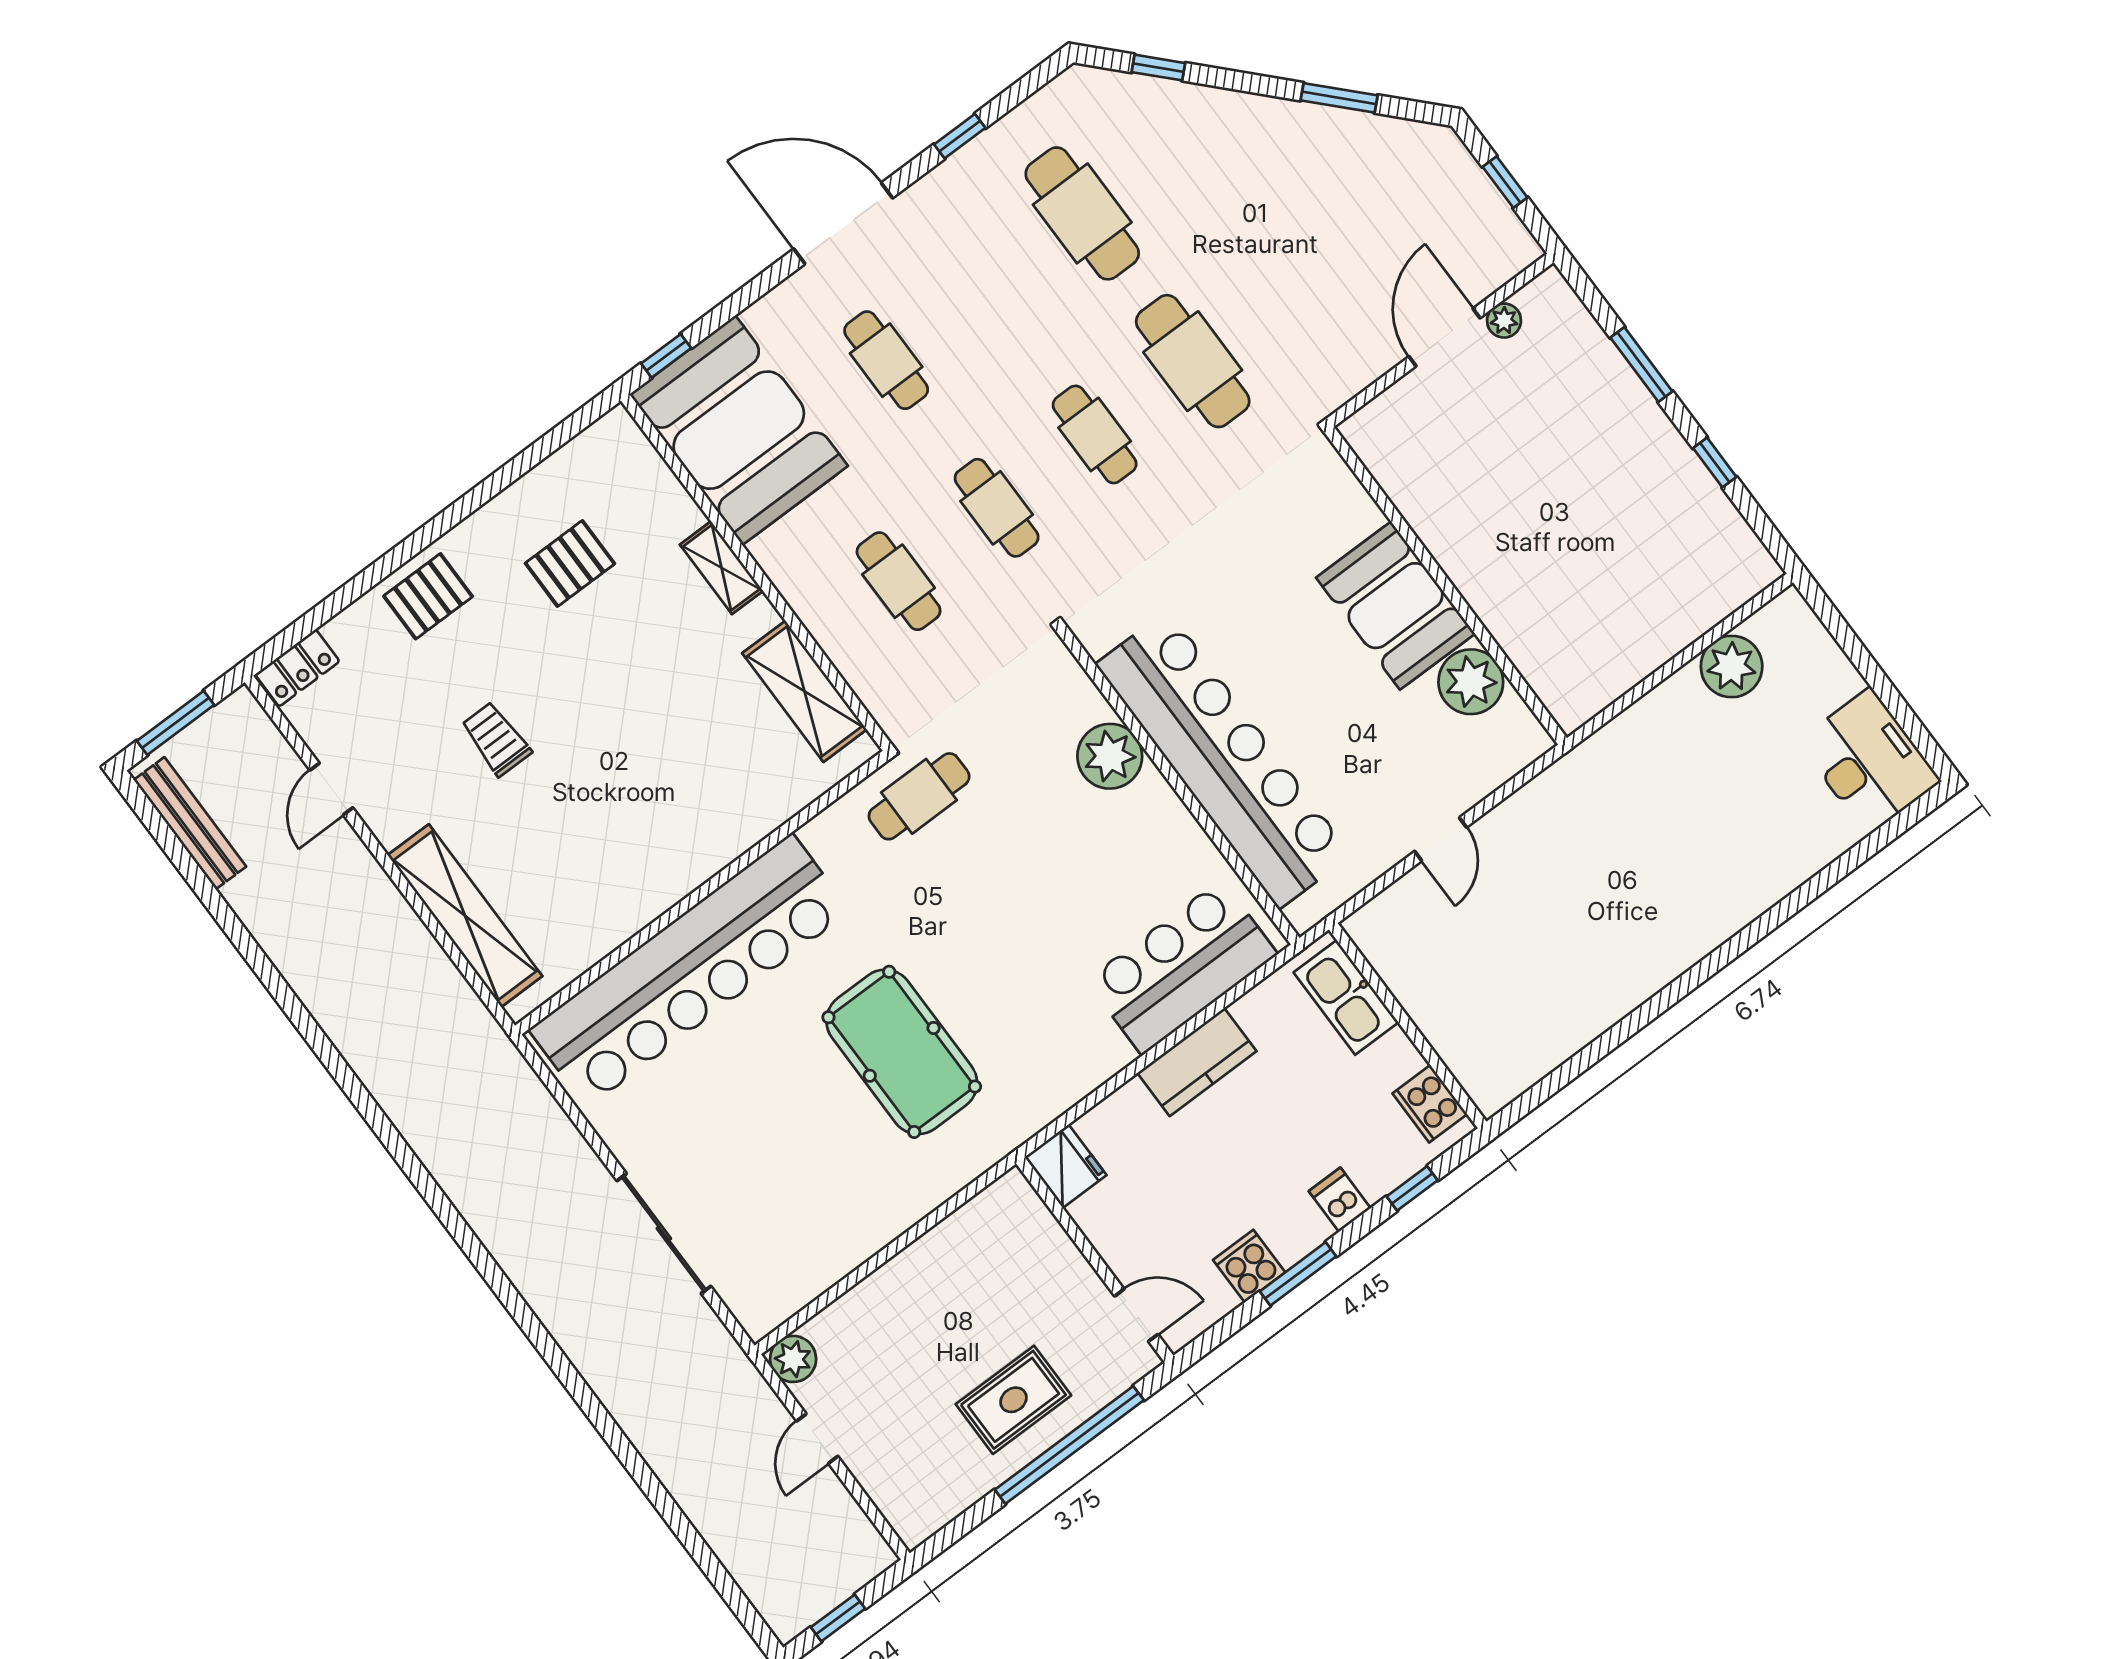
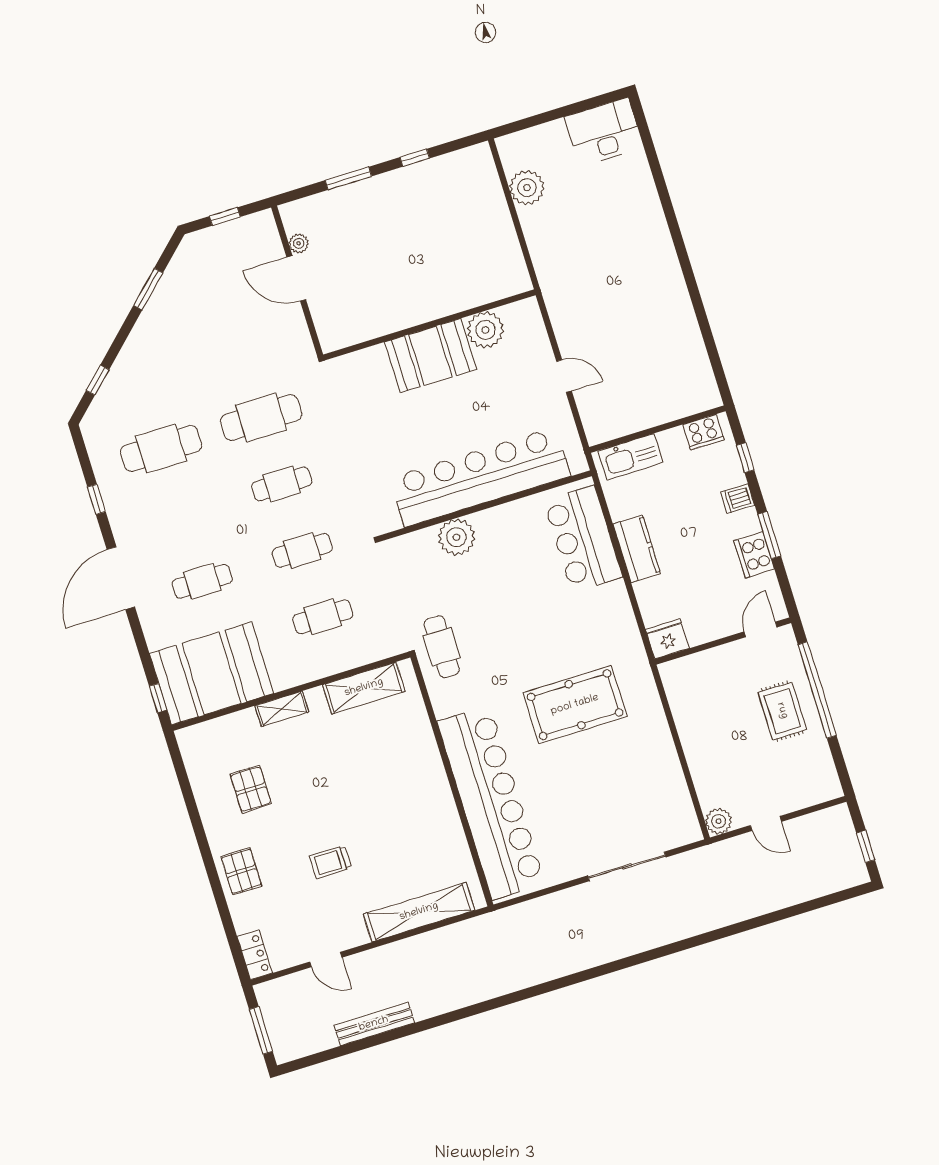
bench: (190, 823) -> (374, 1024), moved
cooker: (1249, 1266) -> (754, 555), width x1.36

